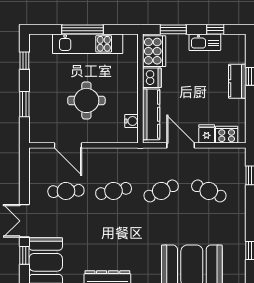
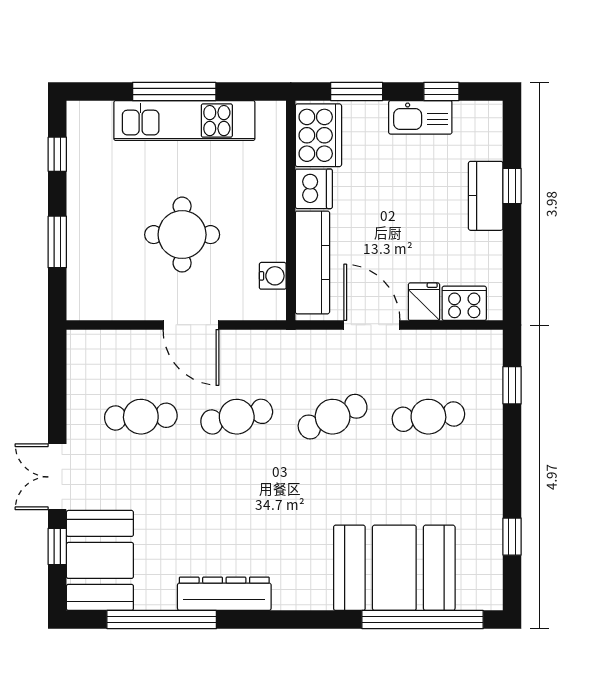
door: (68, 145) -> (191, 325), moved
cafe table: (209, 191) -> (428, 417), turned -30

